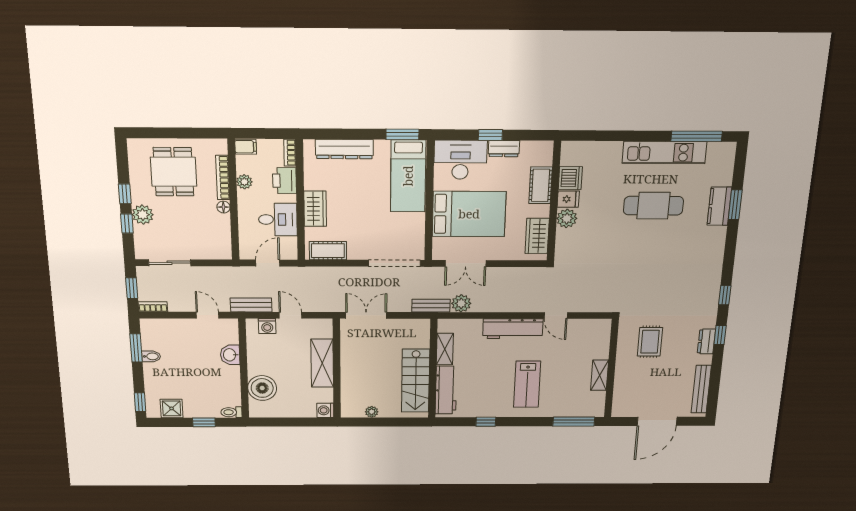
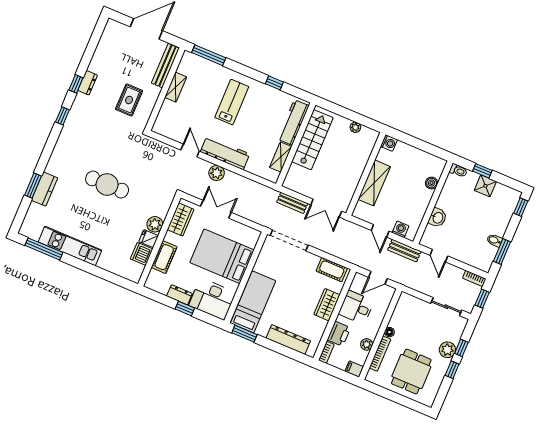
cafe table: (653, 206) -> (107, 184), moved
double door: (466, 264) -> (216, 209), moved
plant: (461, 303) -> (217, 173), moved
bench: (431, 306) -> (292, 203), moved
boiler: (262, 388) -> (432, 183), width x0.54, depth x0.54
bench: (701, 389) -> (165, 66), moved
shower: (172, 408) -> (485, 186), moved

